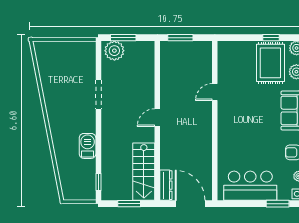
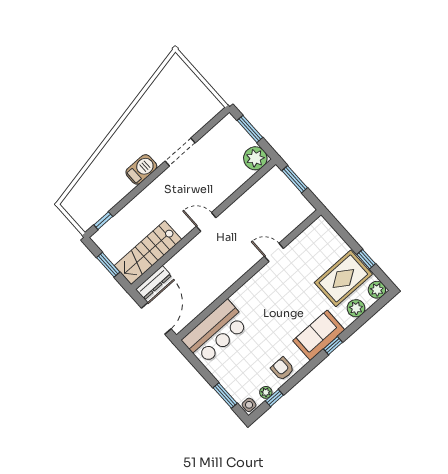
plant: (114, 51) -> (255, 158), moved
barbecue: (88, 146) -> (141, 169), moved
bar counter: (250, 186) -> (215, 332), moved, turned 90

